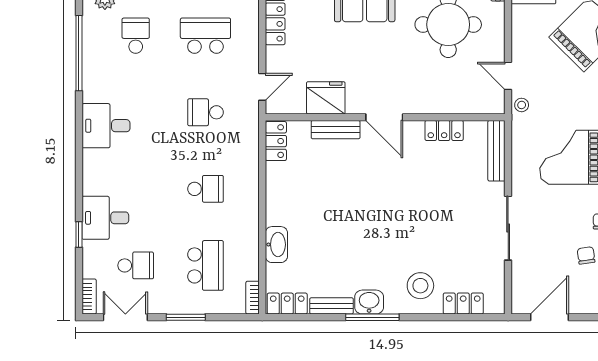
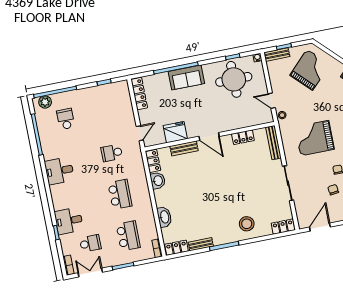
school desk: (205, 36) -> (104, 111), removed
school desk: (205, 189) -> (120, 194), width x1.85
washbasin: (369, 302) -> (158, 181), moved, turned 90
locker: (463, 304) -> (283, 227), moved

